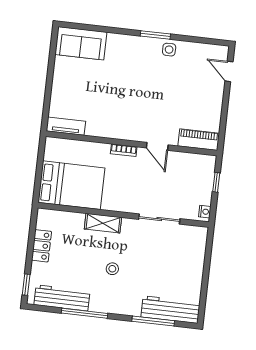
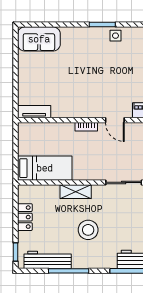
bed: (71, 185) -> (45, 168), width x0.67
stool: (112, 269) -> (88, 230), width x1.89, depth x1.89

